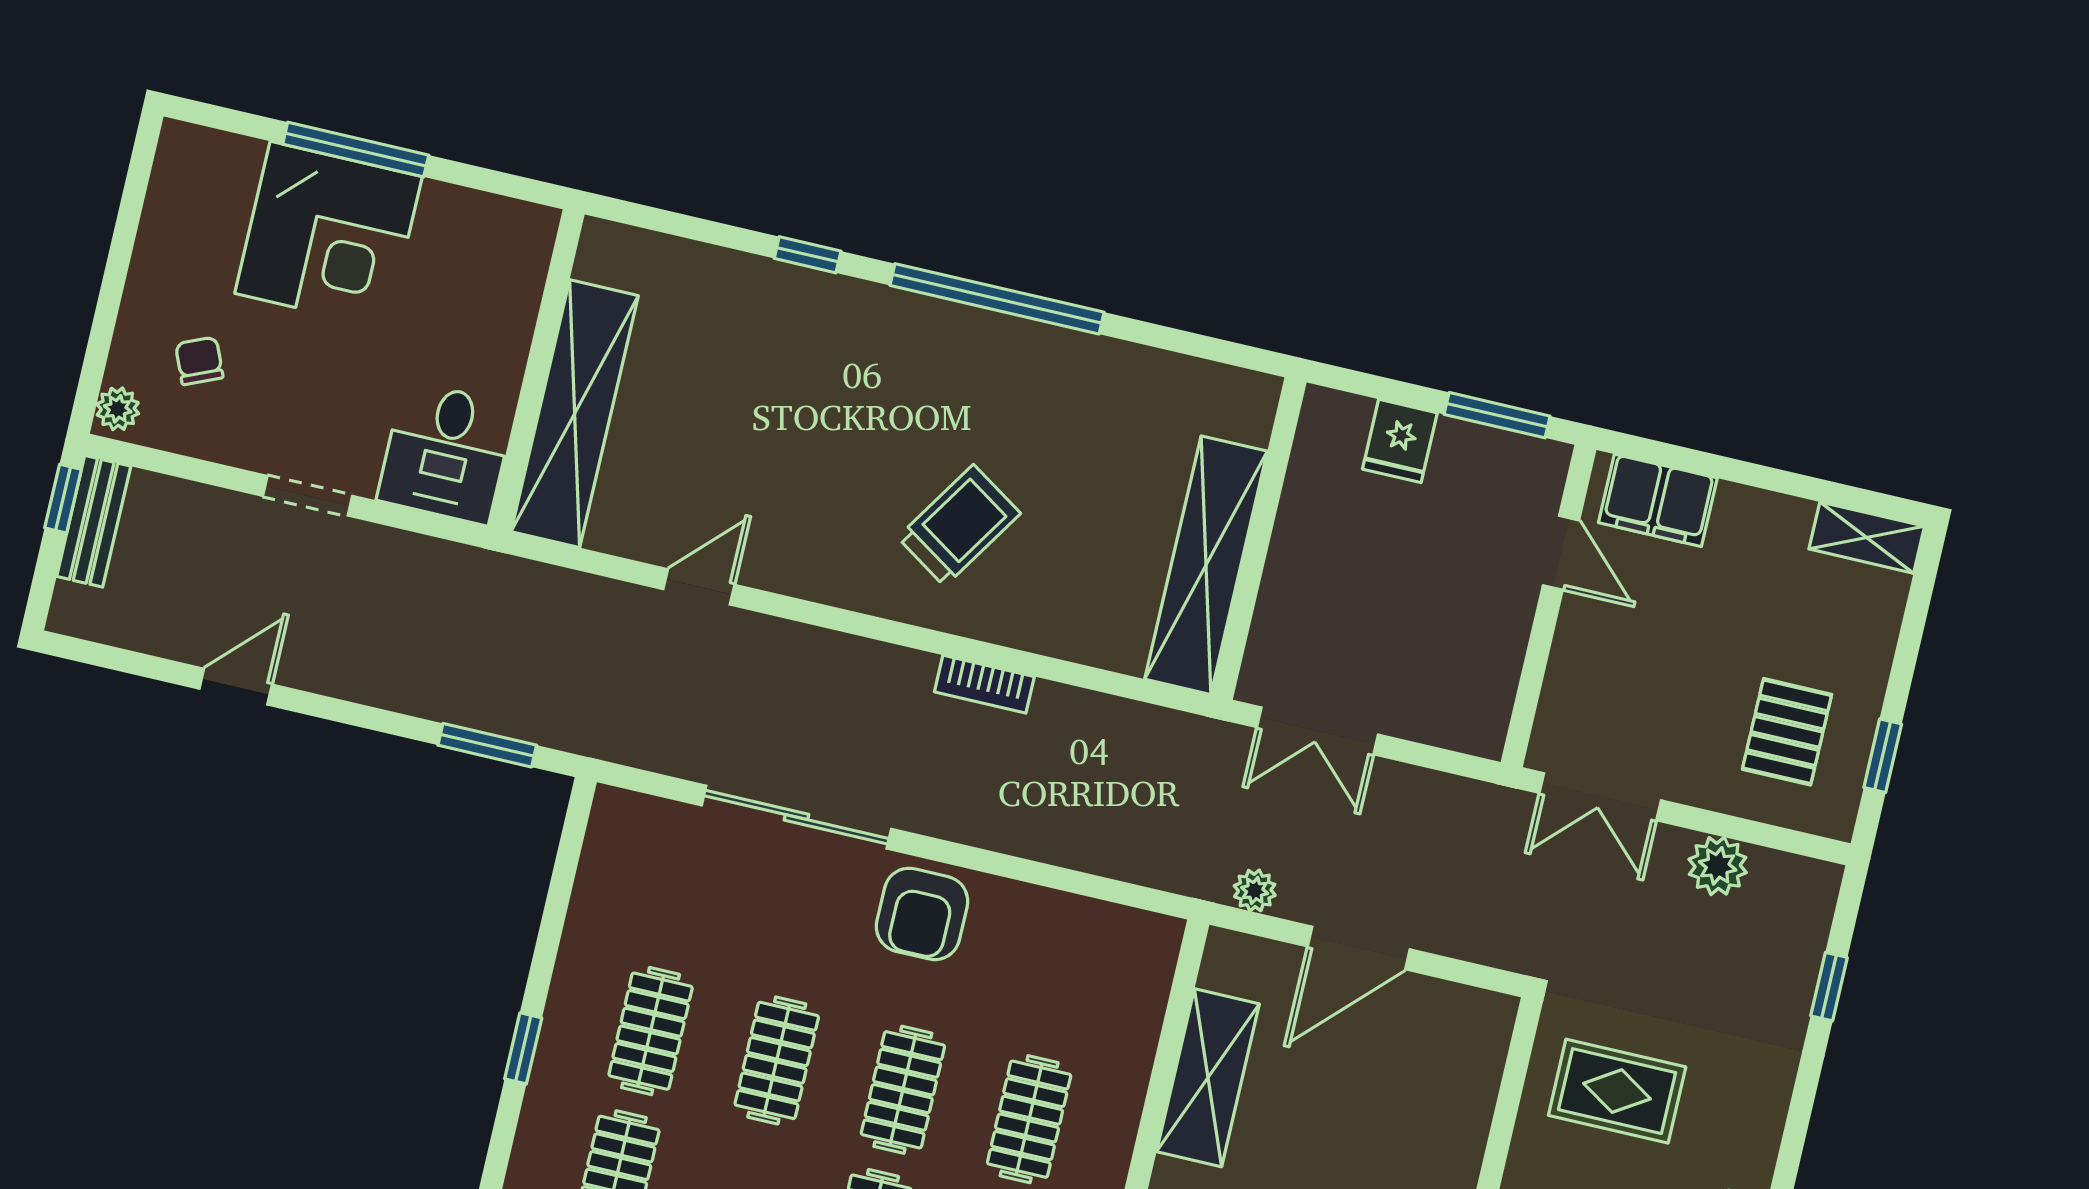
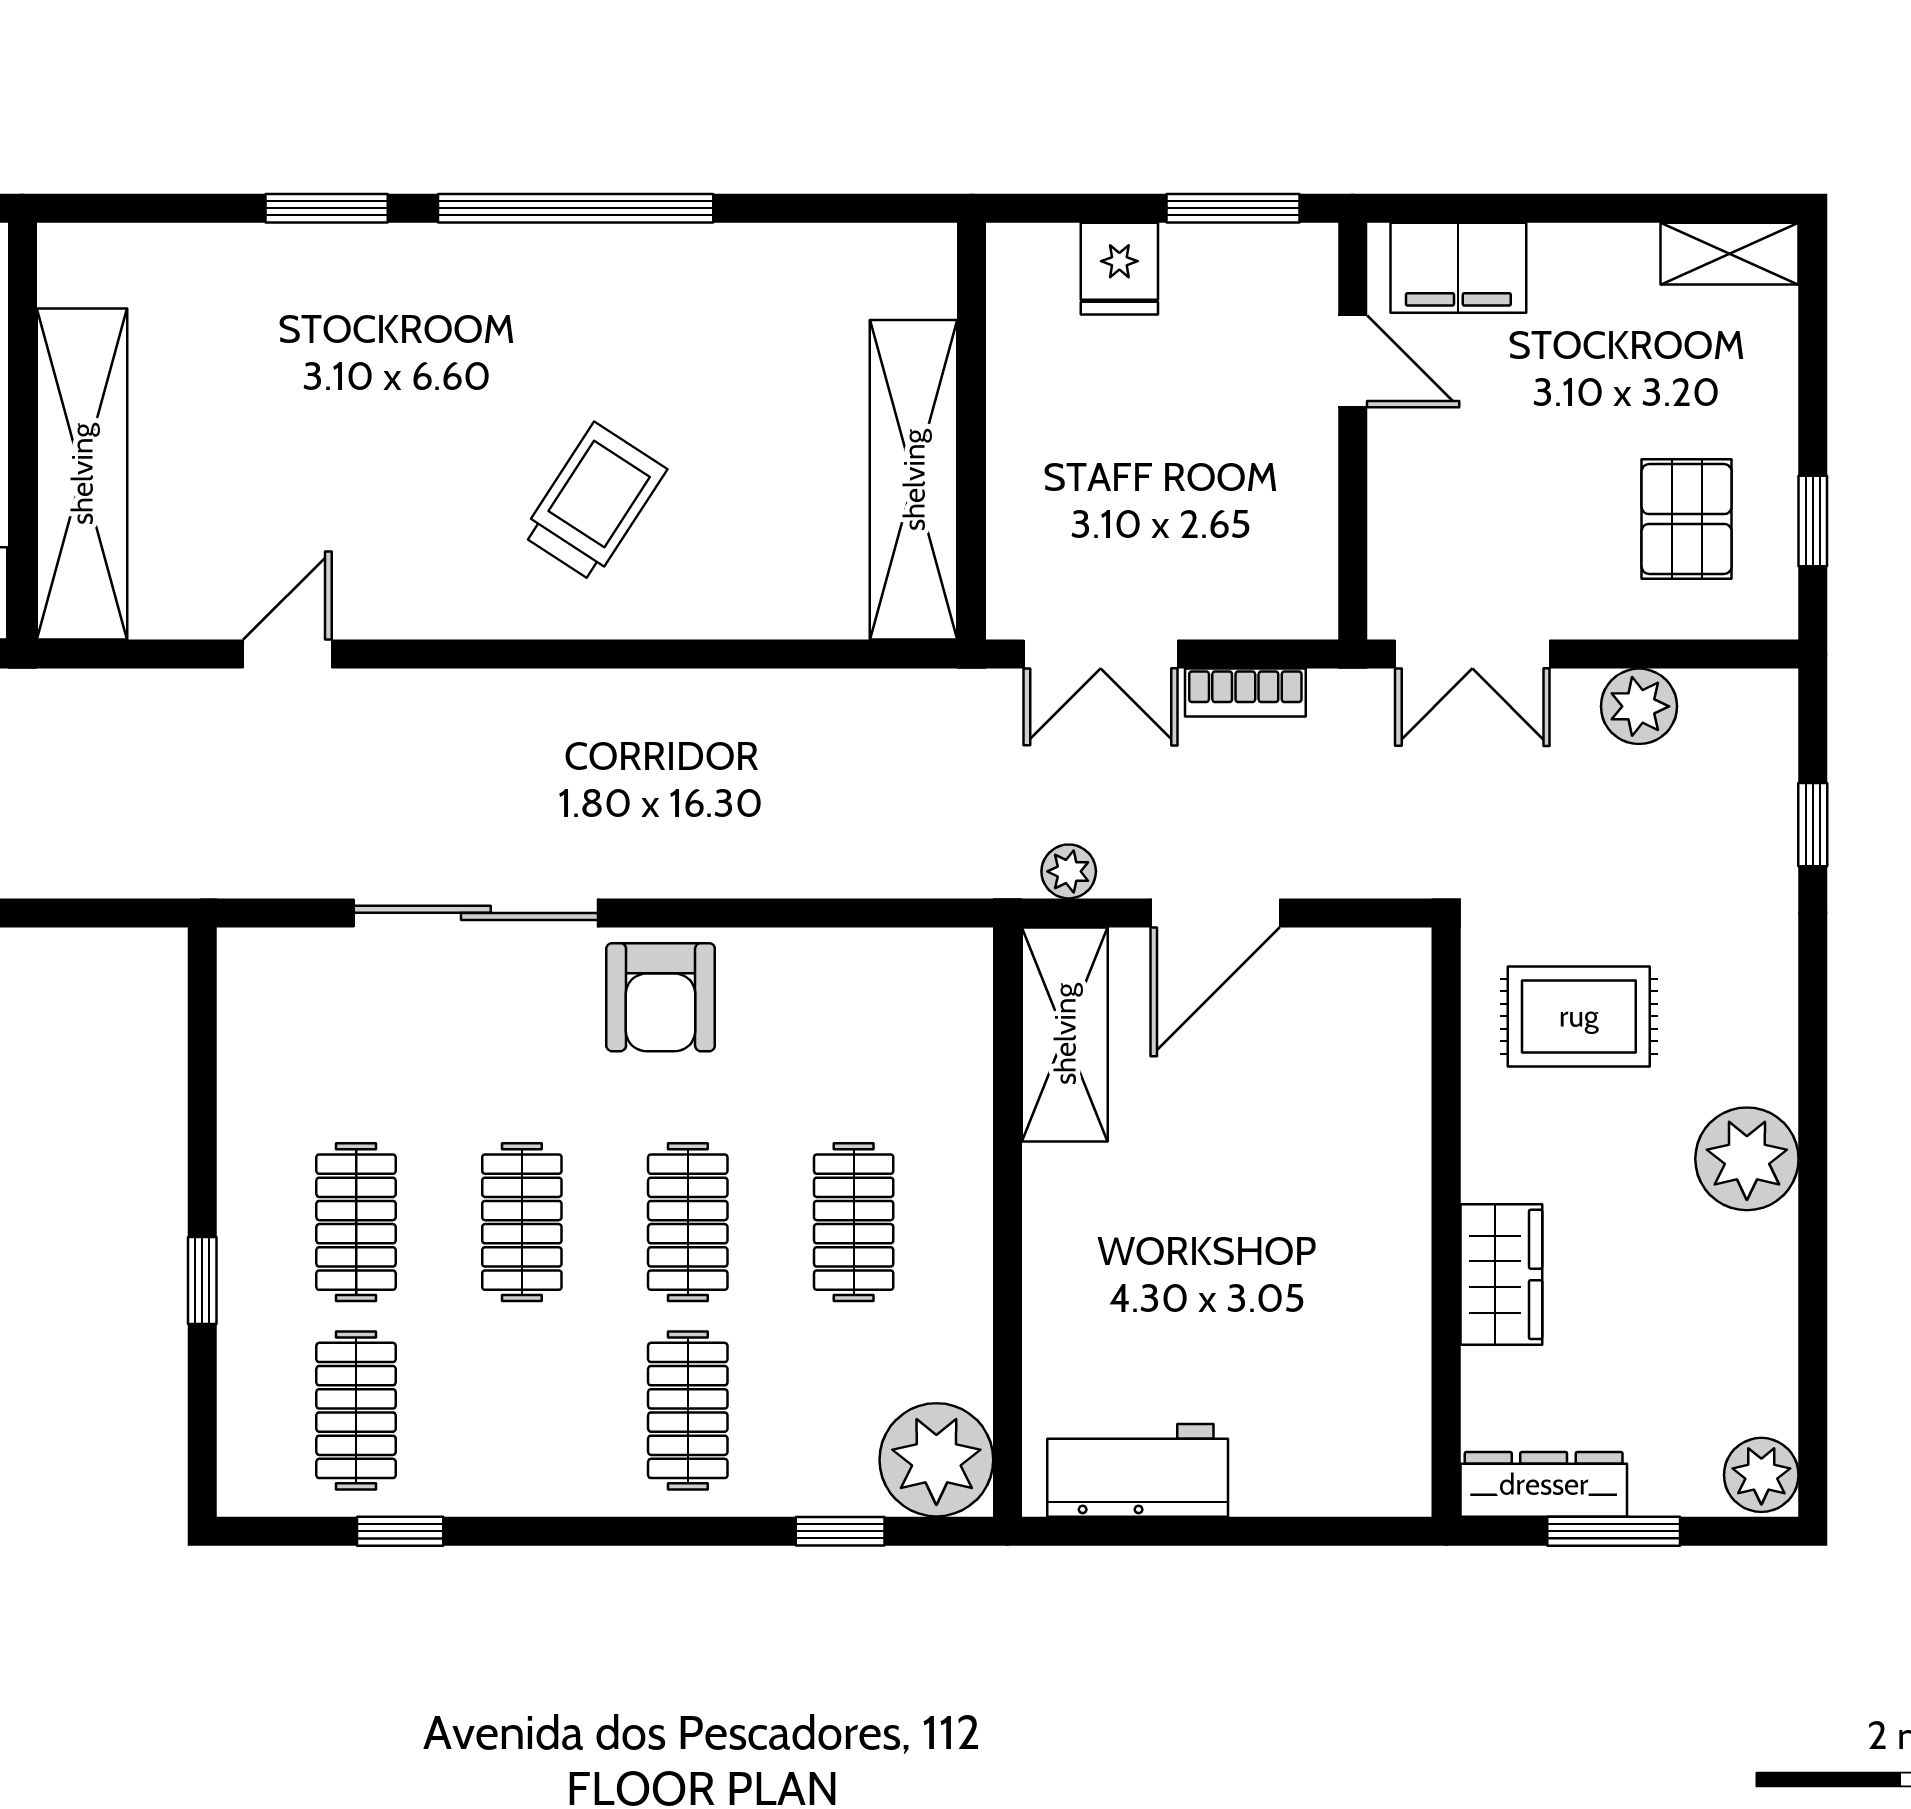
window: (808, 255) -> (327, 208), width x1.50
bookcase: (984, 684) -> (1245, 693), moved
window: (487, 745) -> (69, 913), removed
shelving: (1208, 1078) -> (1065, 1034), moved

